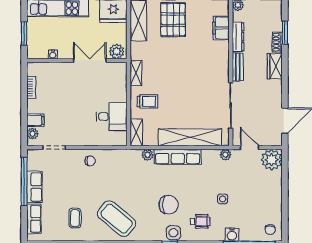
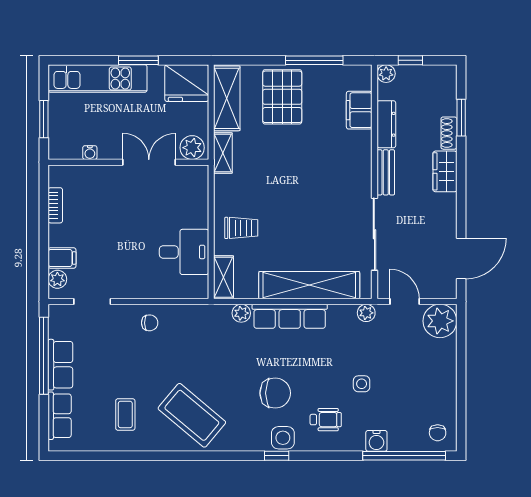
shelving: (136, 73) -> (223, 153), moved

